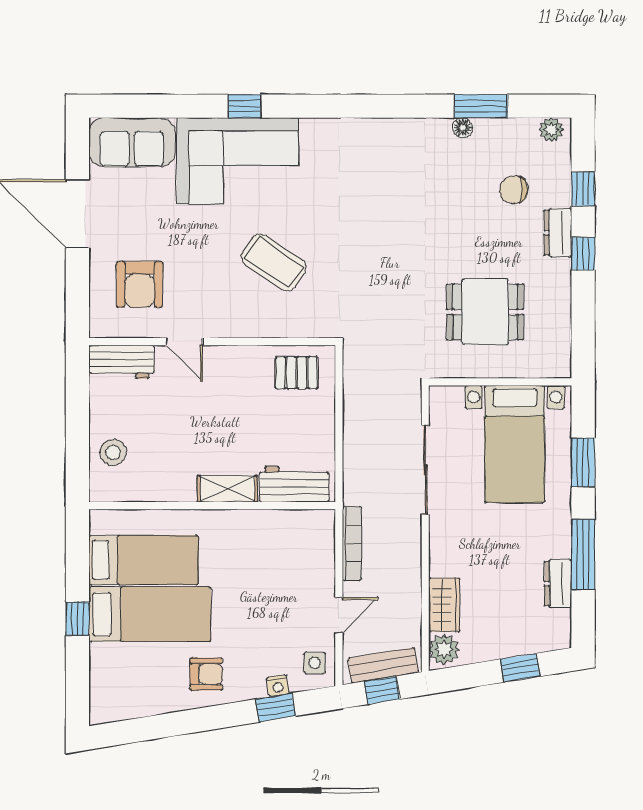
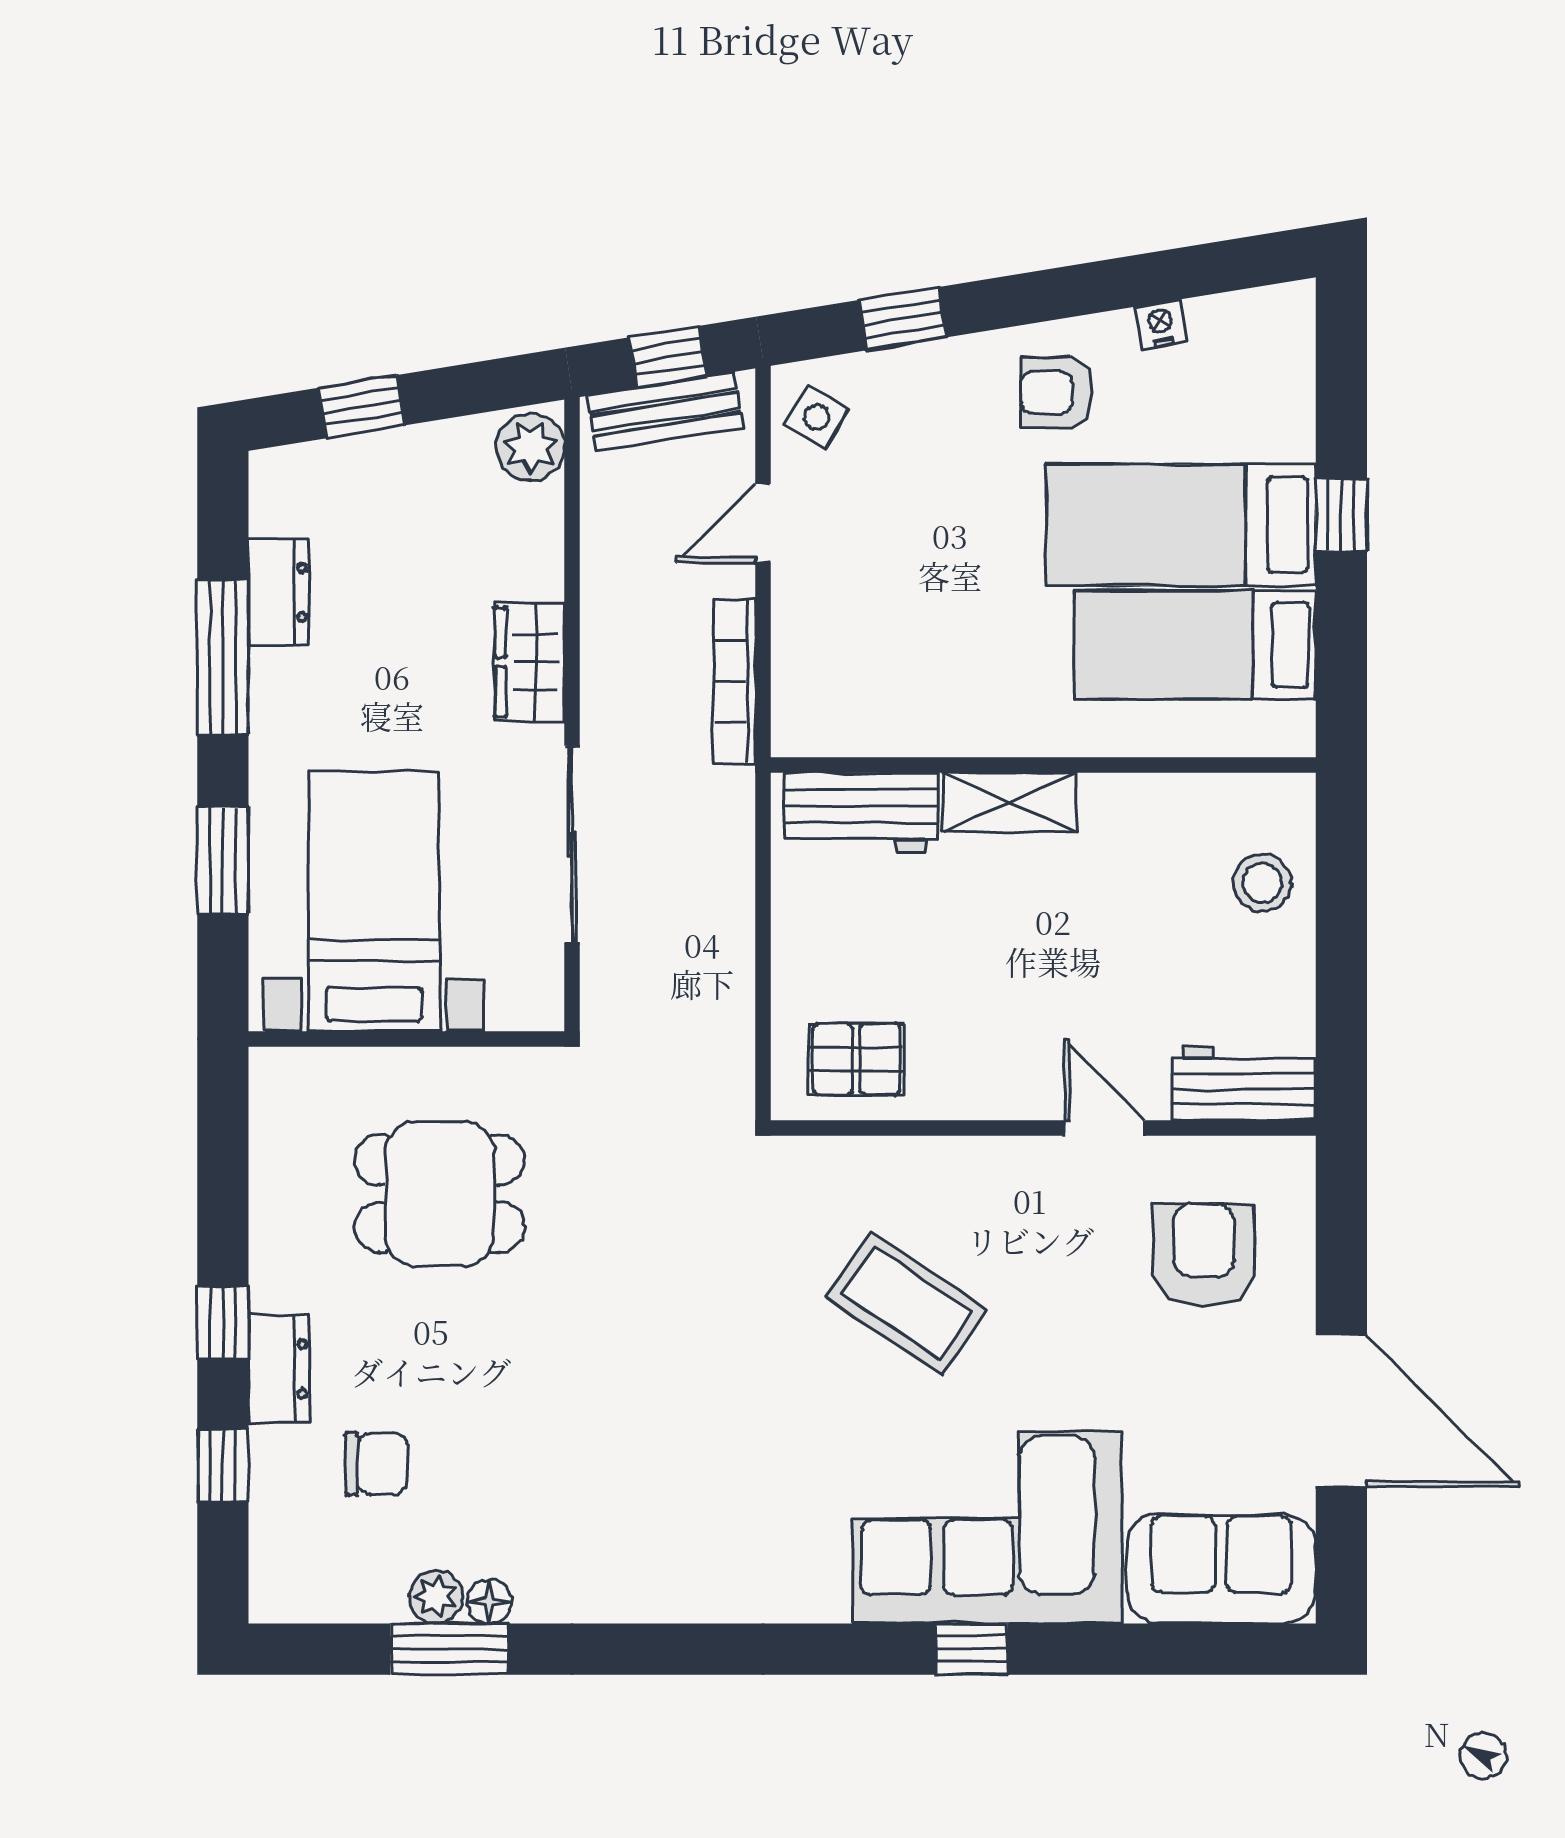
plant: (551, 130) -> (436, 1597), moved
wardrobe: (444, 605) -> (530, 662), moved
side table: (315, 663) -> (817, 417), turned 31
nightstand: (278, 686) -> (1161, 324), moved

